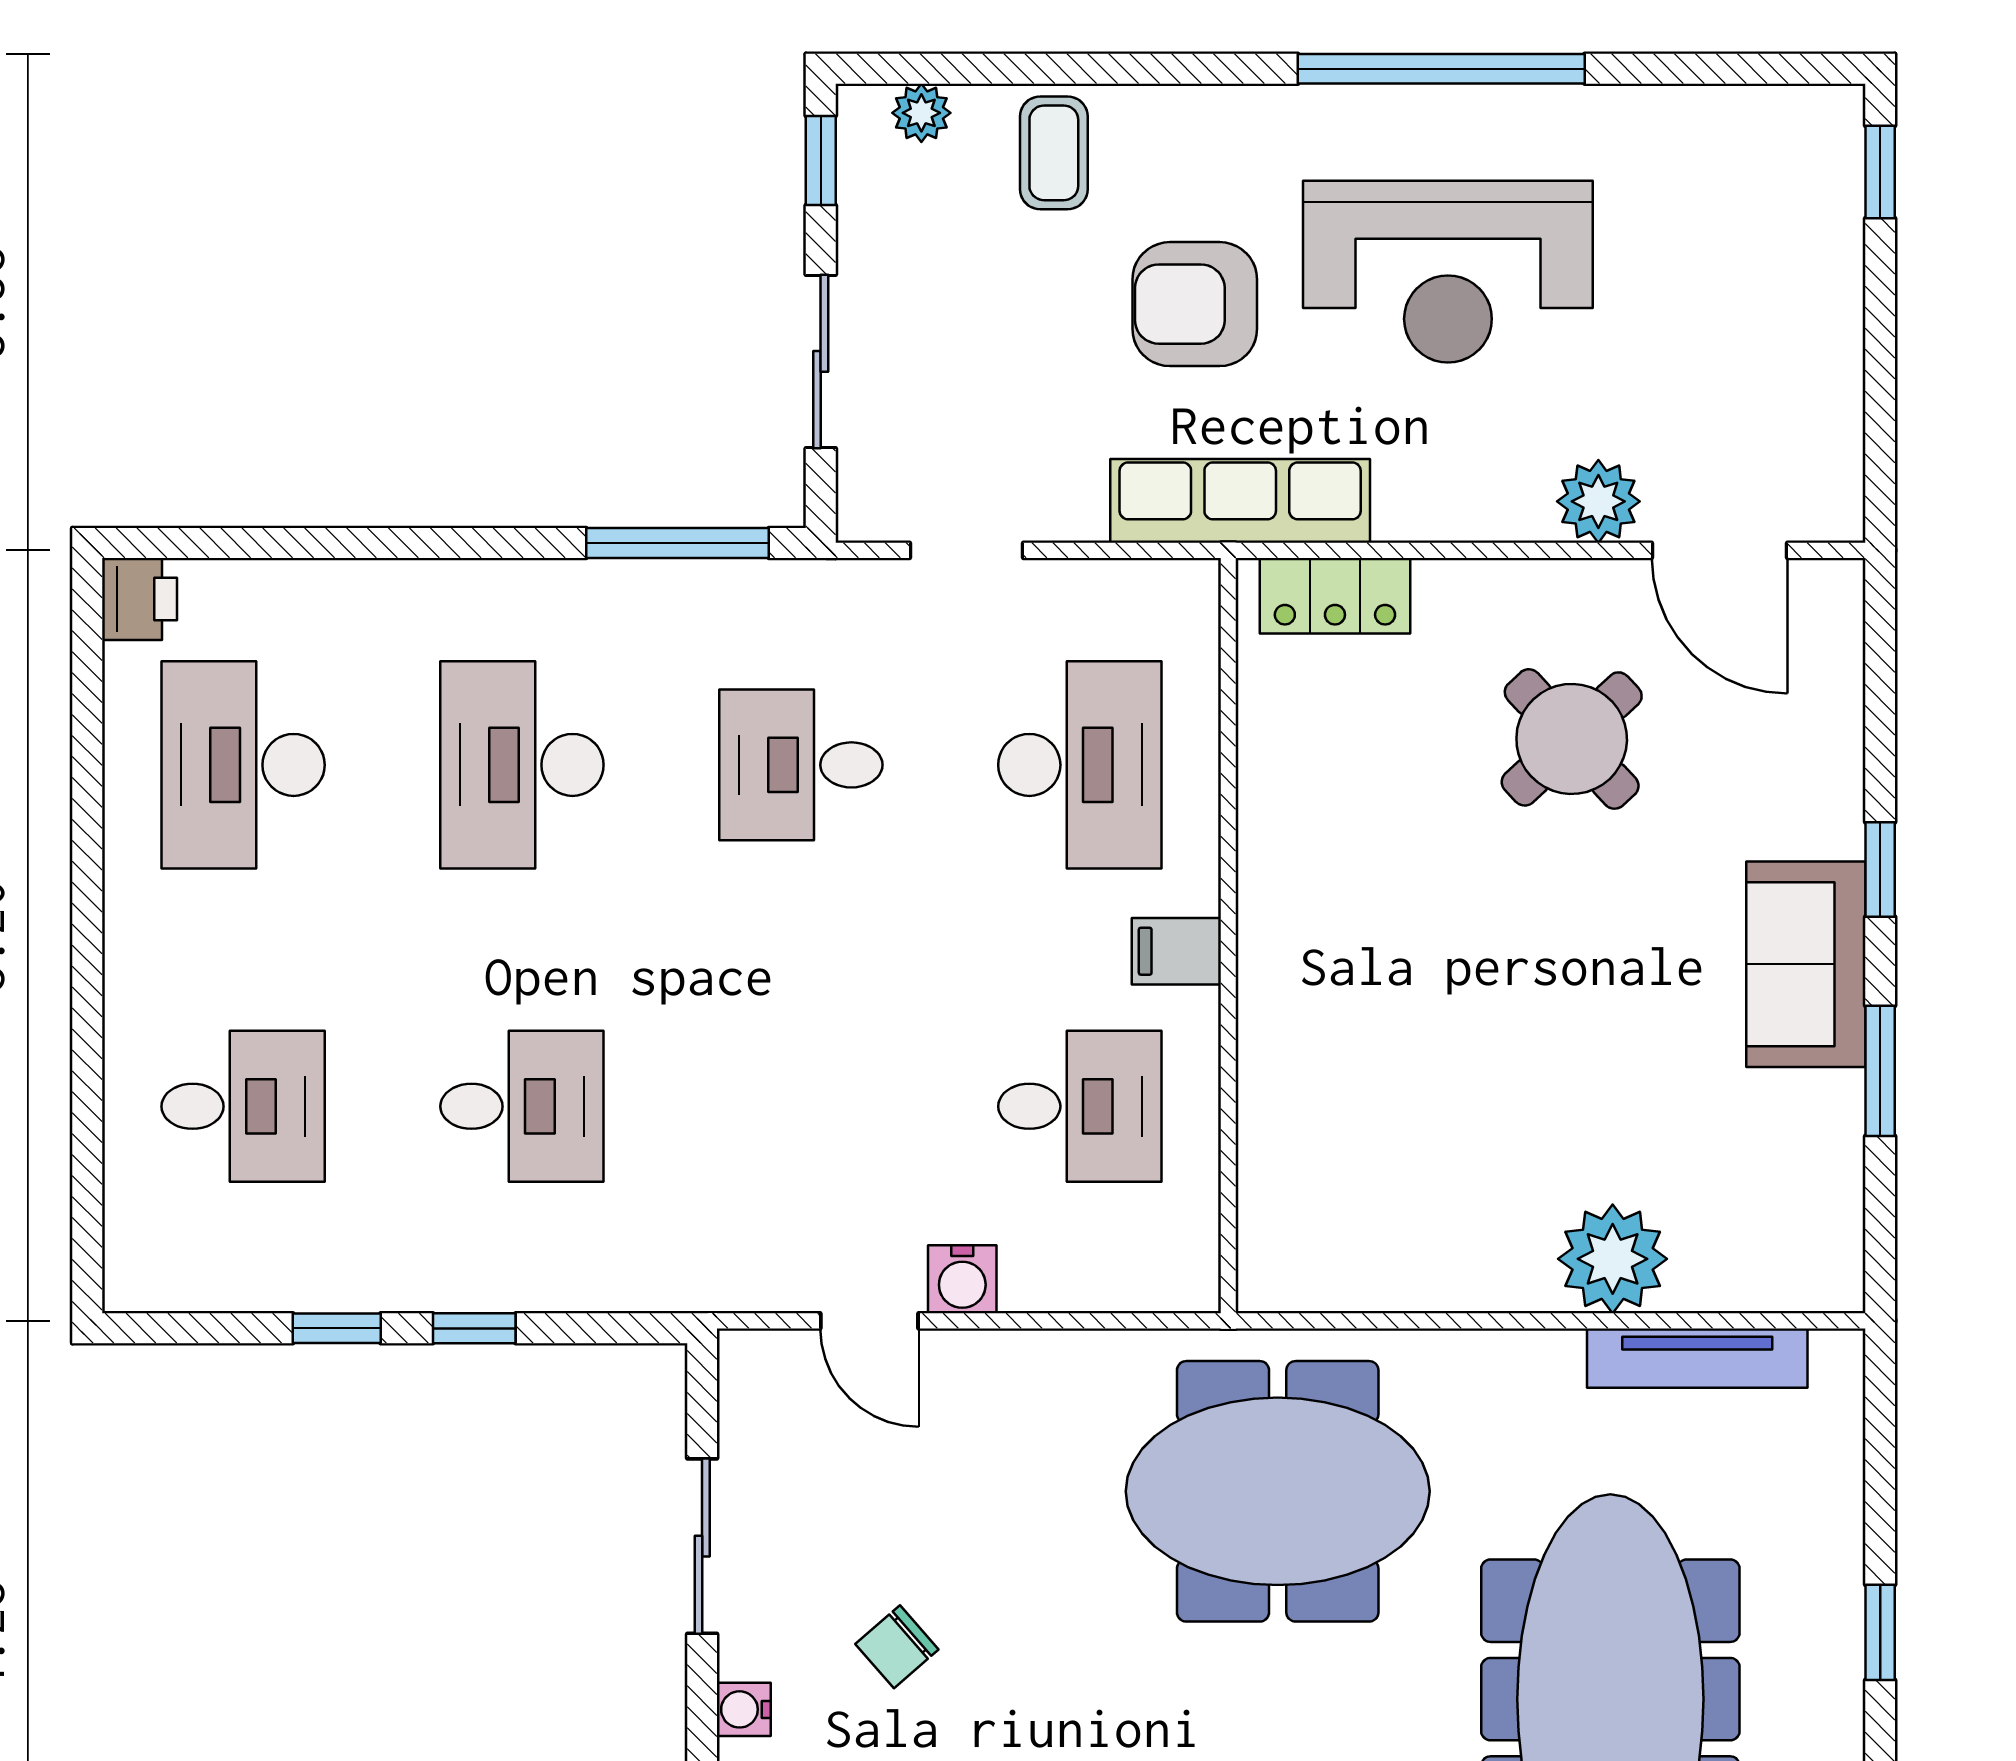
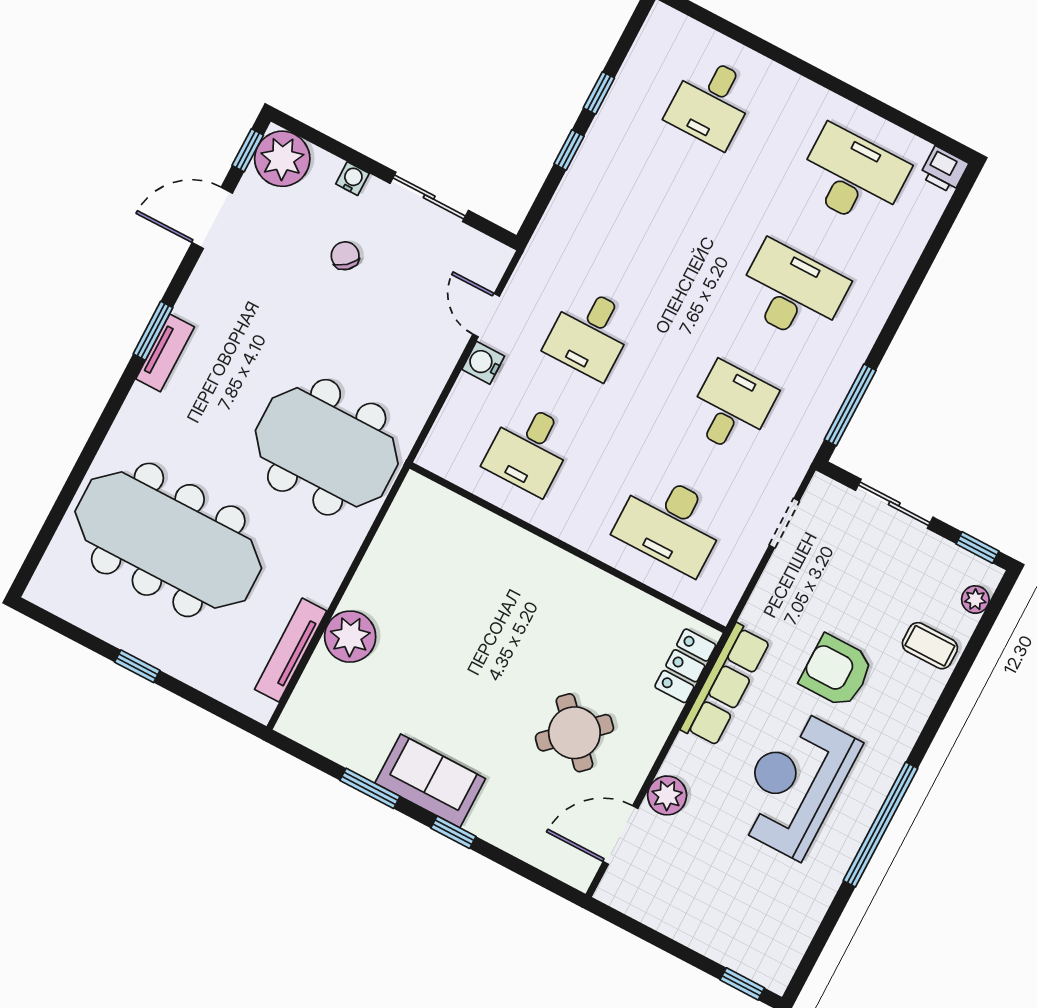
armchair: (1195, 304) -> (837, 671), turned -90
row of seats: (1240, 501) -> (725, 685), moved
filing cabinet: (1176, 951) -> (573, 523), removed
desk: (522, 1106) -> (590, 334), moved
door: (869, 1321) -> (486, 315), hinge flipped
meeting table: (1278, 1491) -> (327, 447), turned 90

